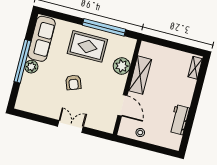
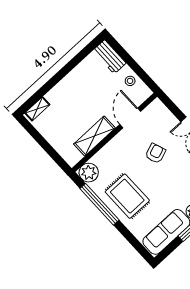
plant: (122, 66) -> (89, 173), moved
armchair: (73, 82) -> (155, 153), moved
workbench: (179, 120) -> (109, 57), moved, turned 90

